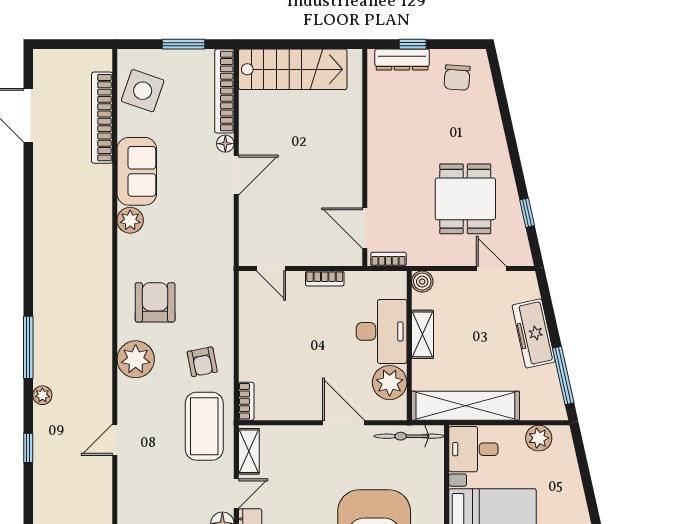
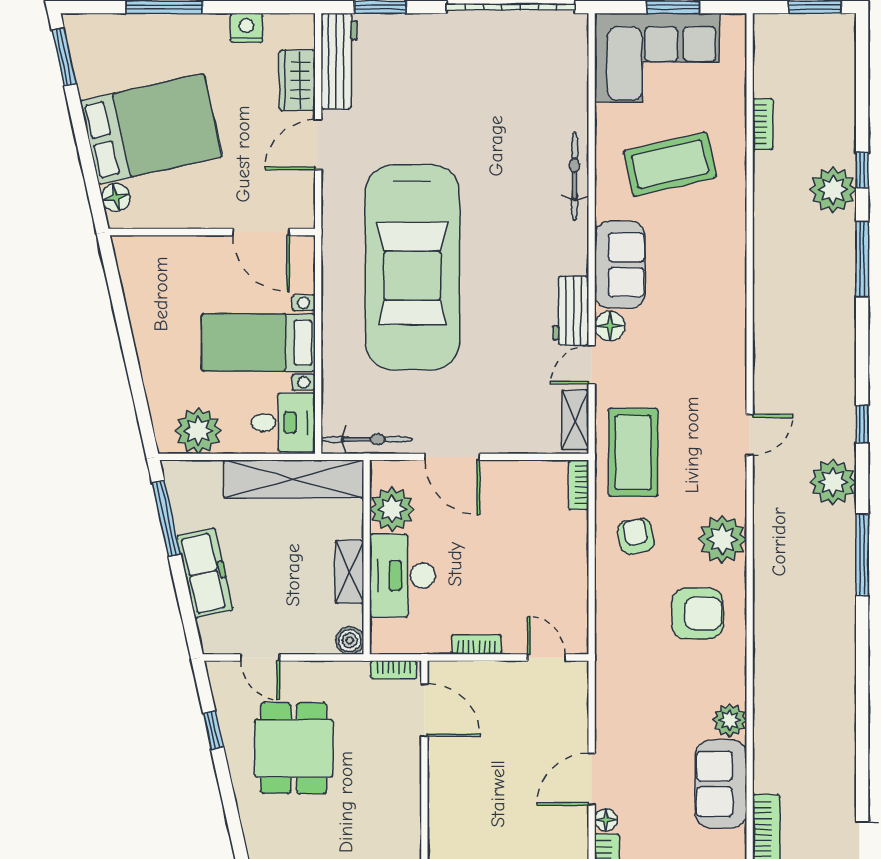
armchair: (155, 302) -> (697, 613), turned -90
plant: (42, 395) -> (833, 482), width x1.88, depth x1.88
plant: (539, 438) -> (198, 431), width x1.36, depth x1.36

